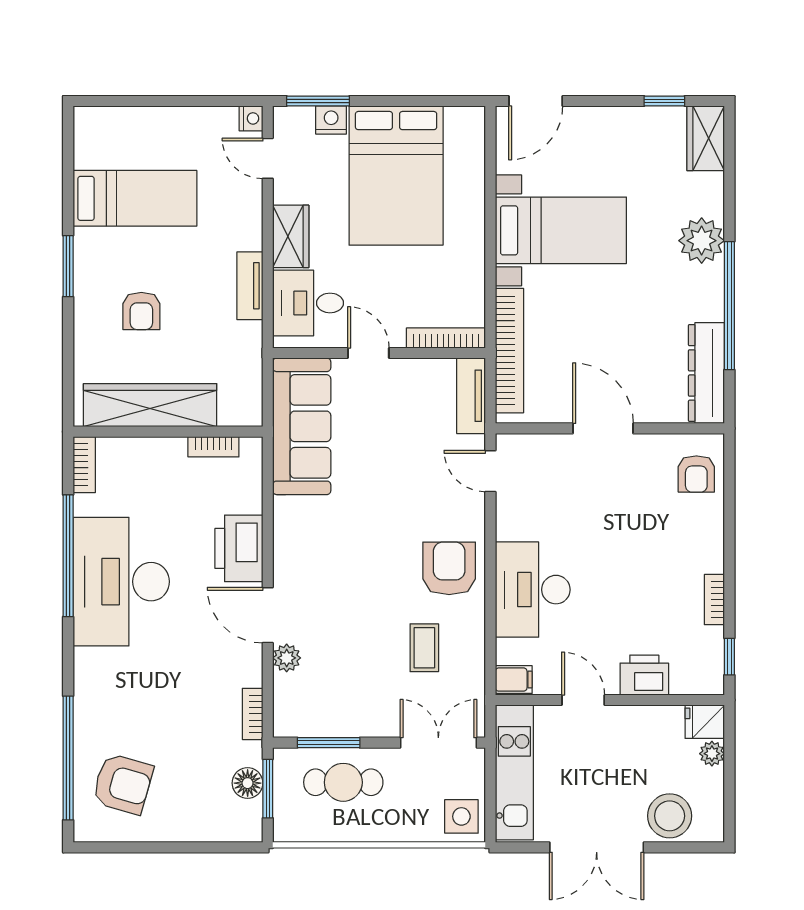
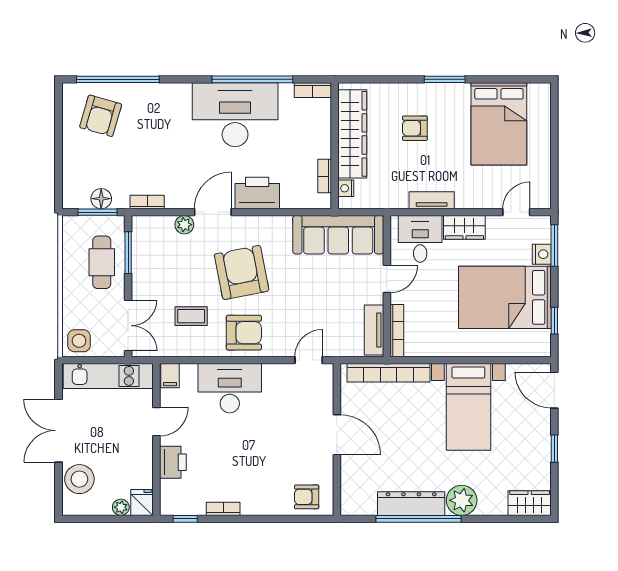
window: (431, 101) -> (554, 321), added
window: (664, 101) -> (554, 449), moved
nightstand: (251, 118) -> (346, 188), moved, turned 90
bed: (135, 198) -> (499, 124), width x1.50
dresser: (706, 373) -> (411, 504), moved
tv unit: (471, 396) -> (374, 330), moved, turned -90
door: (603, 428) -> (337, 435), hinge flipped
armchair: (359, 572) -> (242, 273), added

